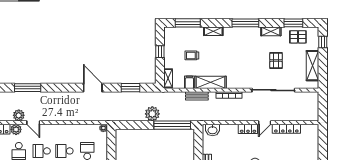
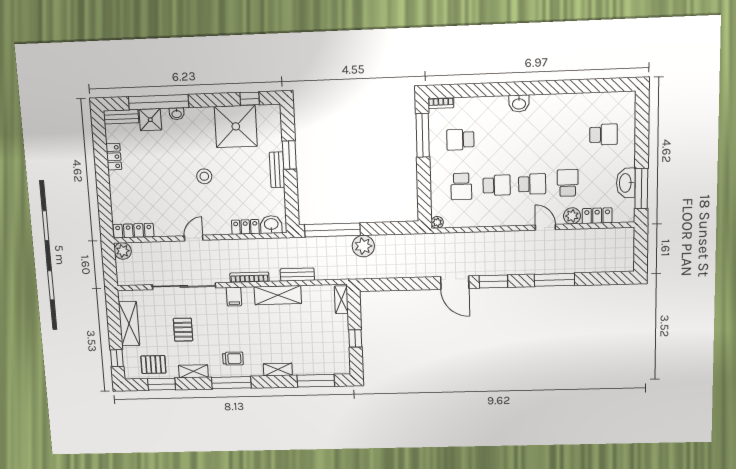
trolley: (192, 55) -> (233, 359), moved
filing cabinet: (189, 82) -> (234, 297), moved
window: (131, 88) -> (493, 282), moved
plant: (19, 115) -> (123, 251), moved
locker: (248, 129) -> (245, 227), moved
locker: (286, 129) -> (133, 231), moved

